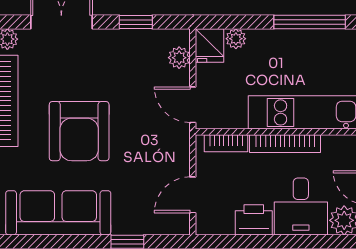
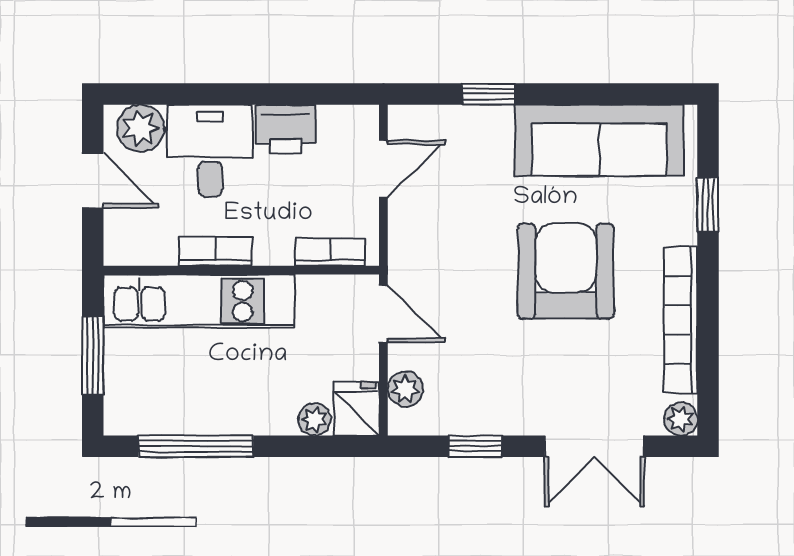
bookcase: (285, 144) -> (215, 251), width x0.64

